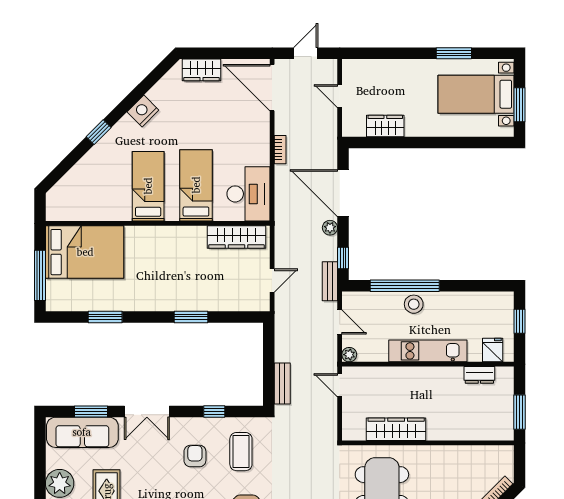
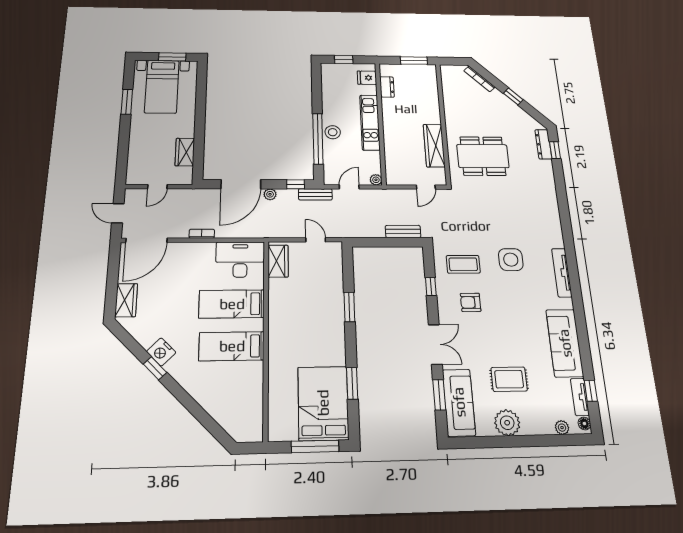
window: (99, 132) -> (155, 368), moved
wardrobe: (236, 237) -> (278, 261), width x0.67
bed: (85, 252) -> (323, 403), moved
door: (340, 385) -> (426, 187), moved

